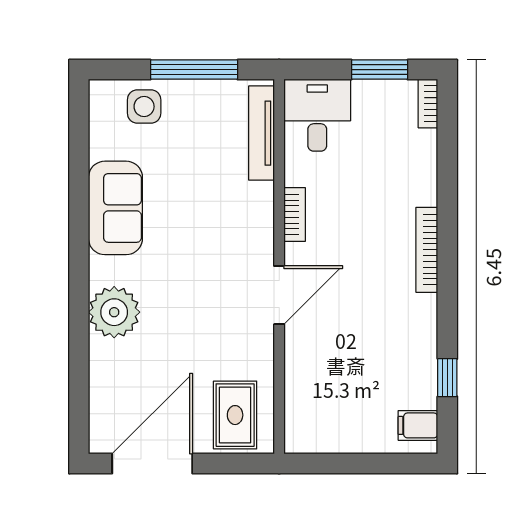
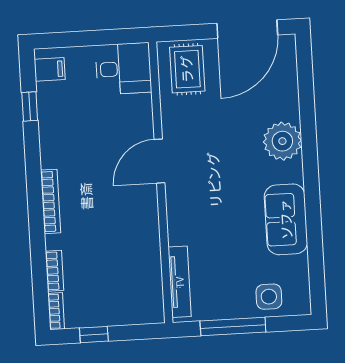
window: (380, 70) -> (94, 335), width x0.67
desk: (317, 115) -> (123, 69), moved, turned -90
bookcase: (295, 215) -> (55, 271), moved, turned 180

